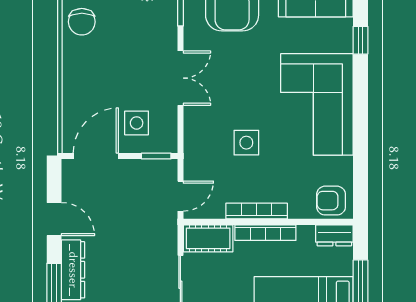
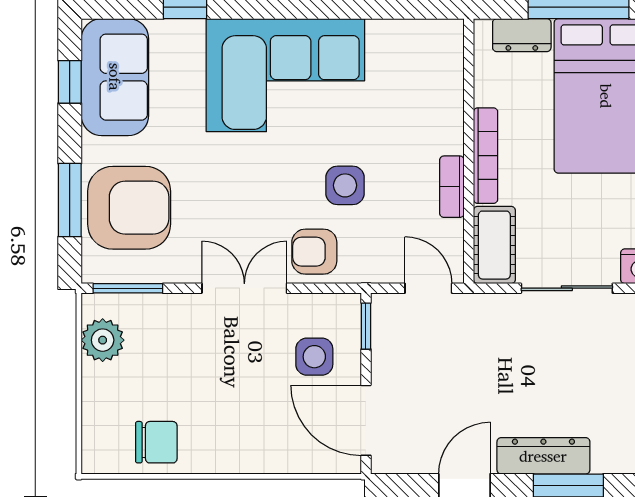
armchair: (331, 201) -> (314, 252), moved, turned 90
bookcase: (257, 211) -> (452, 187), width x0.64
dresser: (334, 235) -> (522, 35), moved, turned 90

